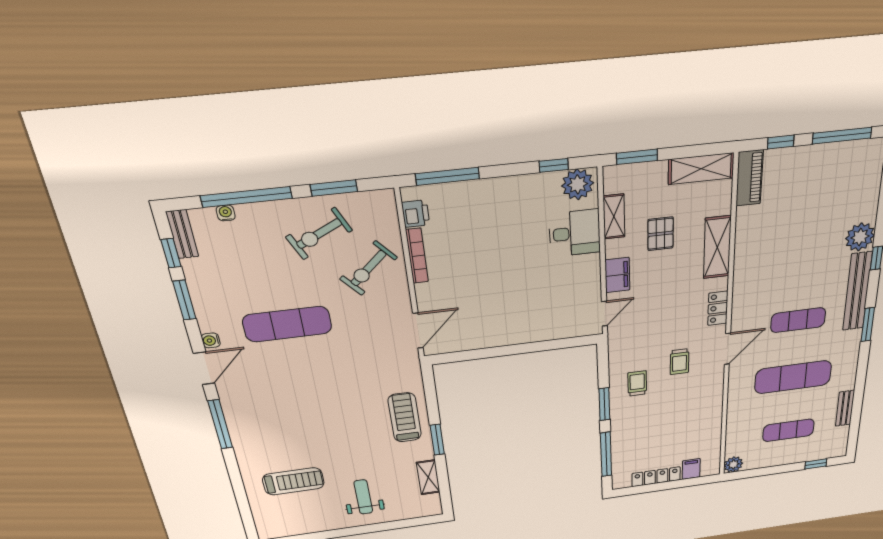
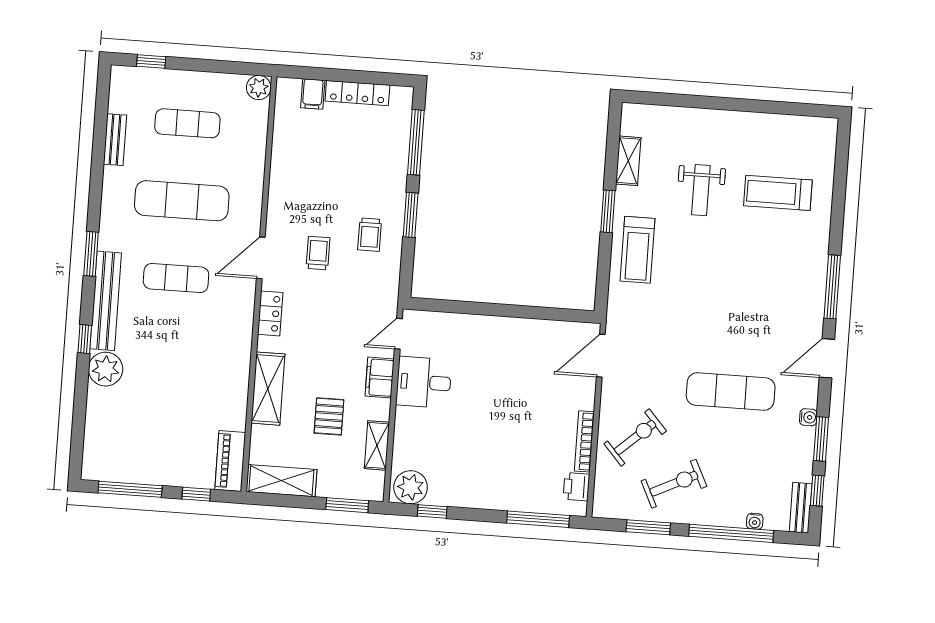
desk: (575, 233) -> (424, 382), moved
water cooler: (211, 340) -> (808, 417), moved
weight bench: (363, 497) -> (701, 190), moved

